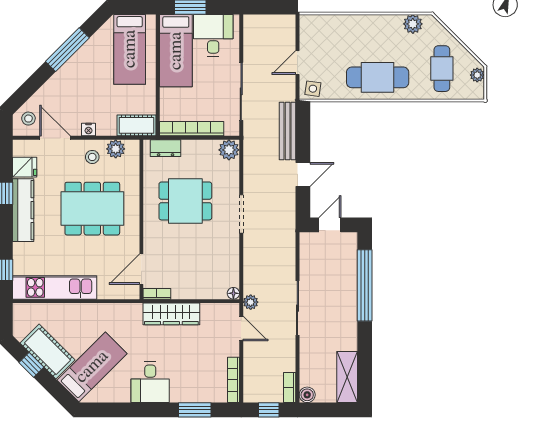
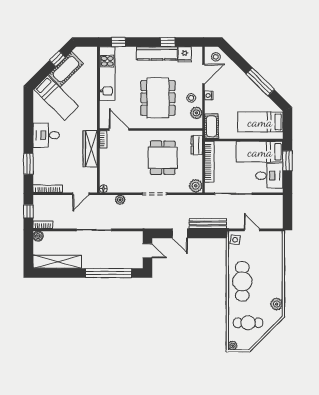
plant: (477, 75) -> (233, 346), moved
plant: (251, 302) -> (120, 200), moved
shelving: (347, 377) -> (57, 262), width x1.47

